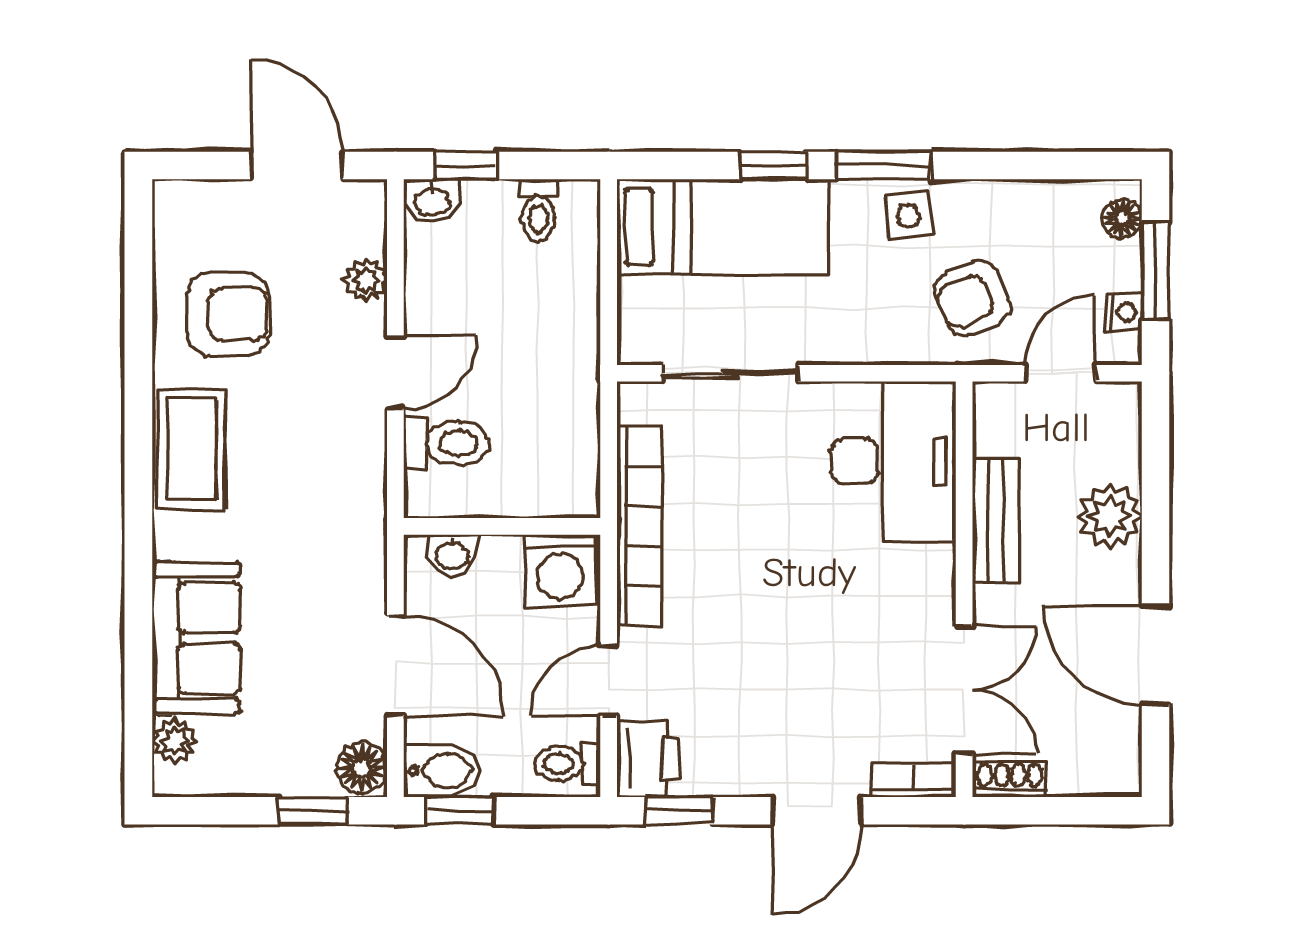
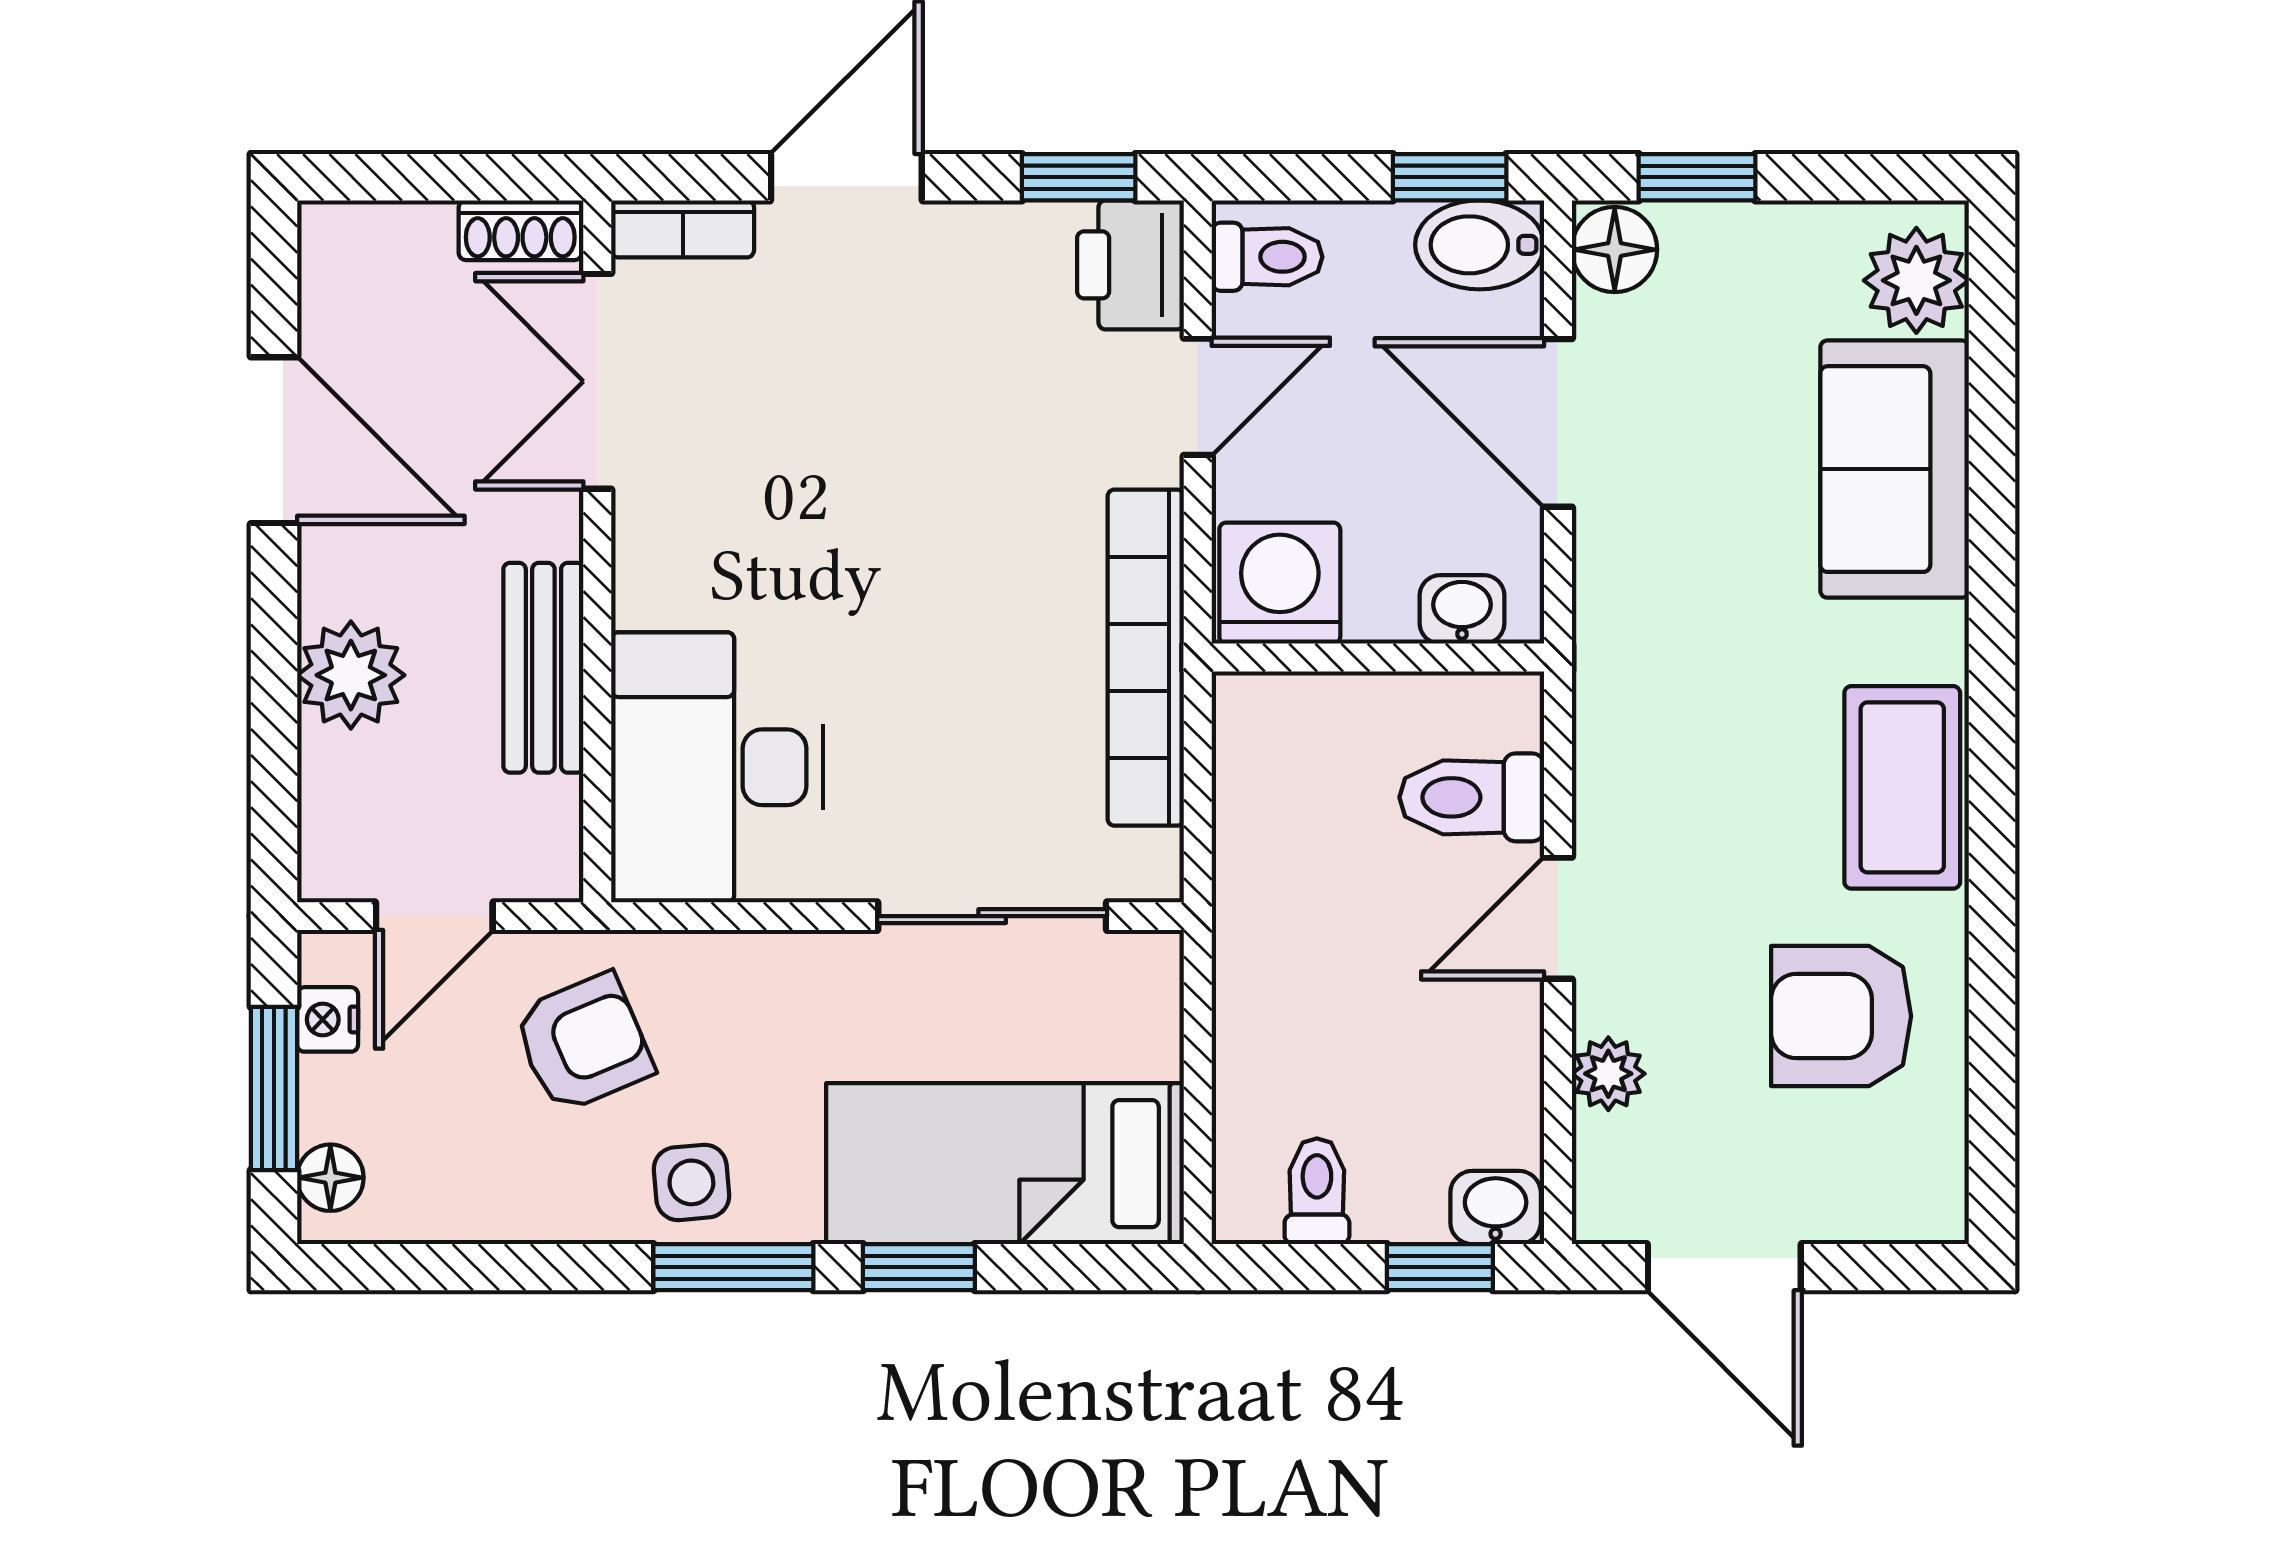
plant: (175, 741) -> (1916, 280), width x1.38, depth x1.38

